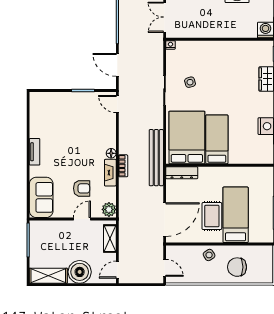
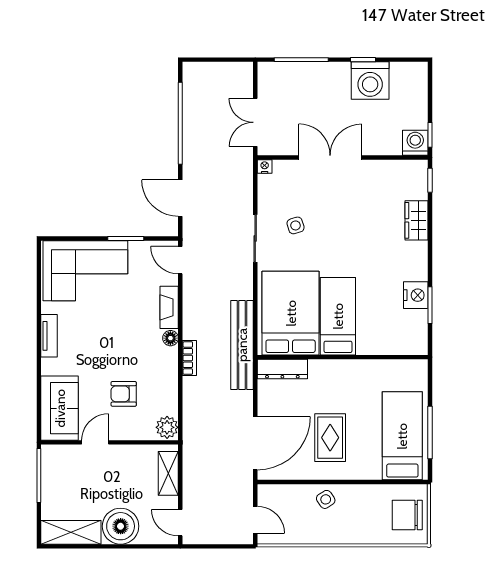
double door: (212, 39) -> (330, 157), added
corner sofa: (57, 111) -> (85, 271), added
fireplace: (110, 173) -> (169, 307), moved
armchair: (82, 188) -> (124, 394), turned 180
bed: (236, 215) -> (402, 436), moved
door: (82, 219) -> (95, 442), moved
chair: (237, 267) -> (407, 515), moved
door: (117, 270) -> (180, 523), hinge flipped

